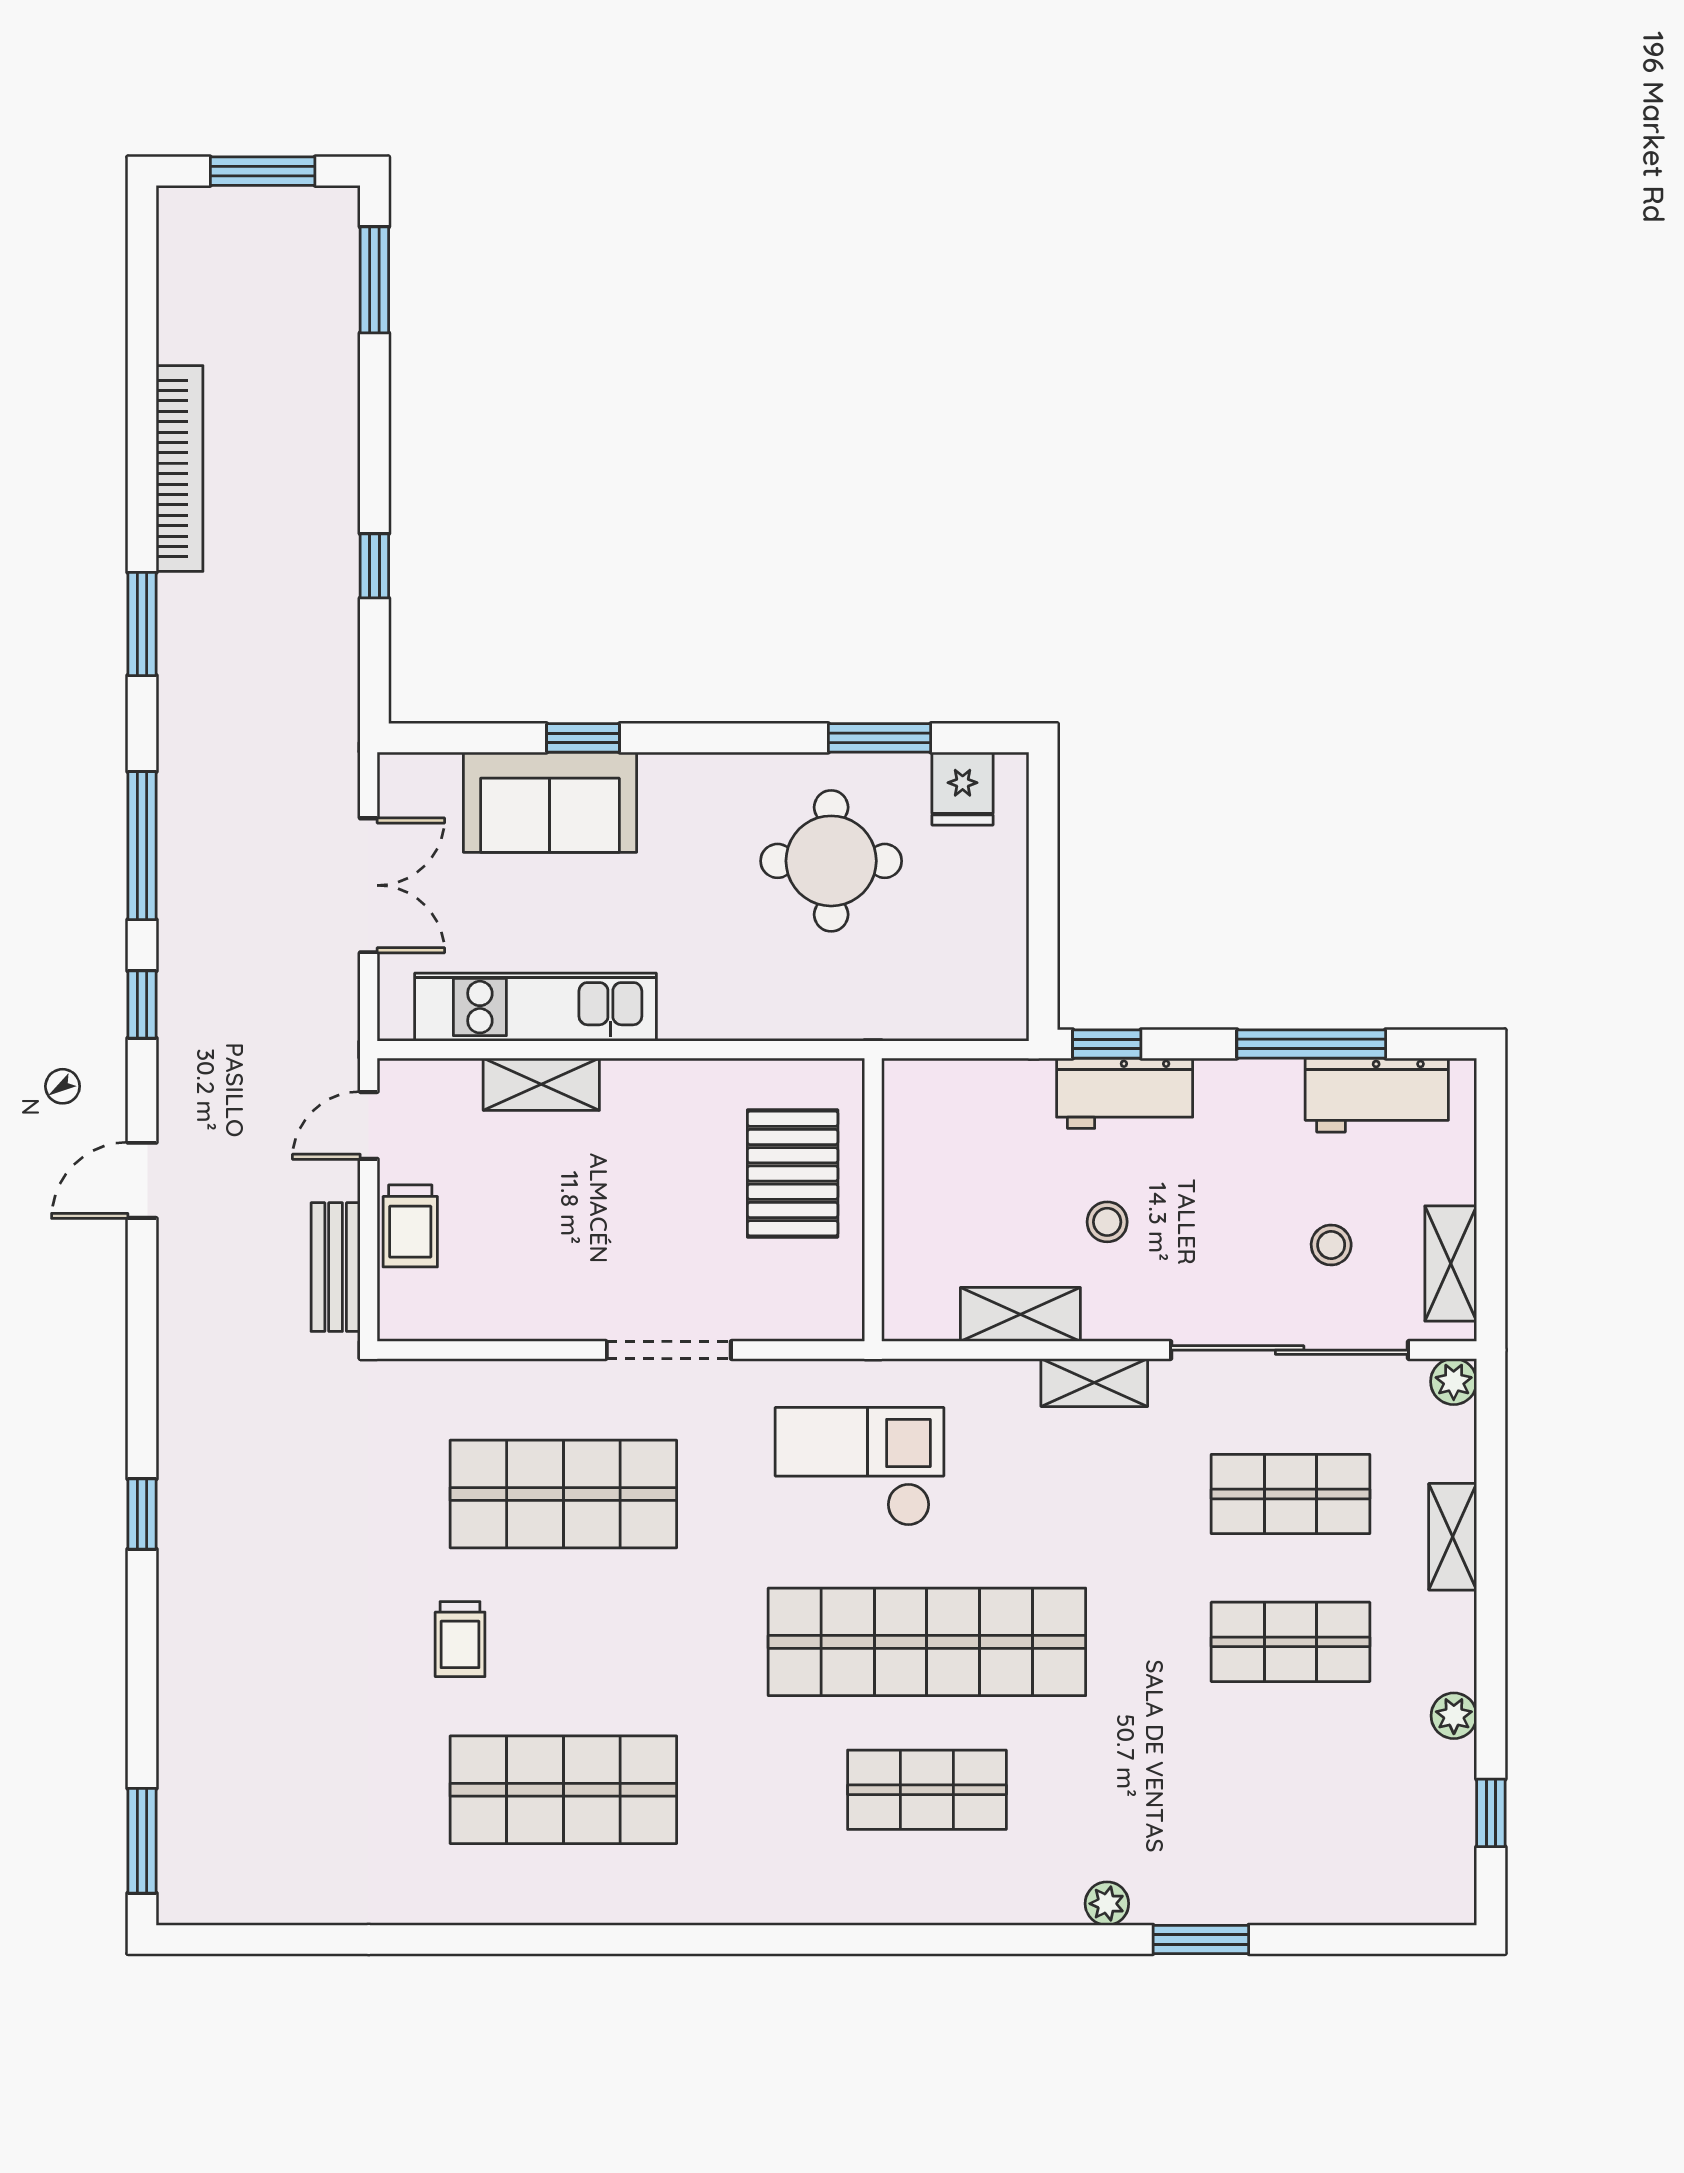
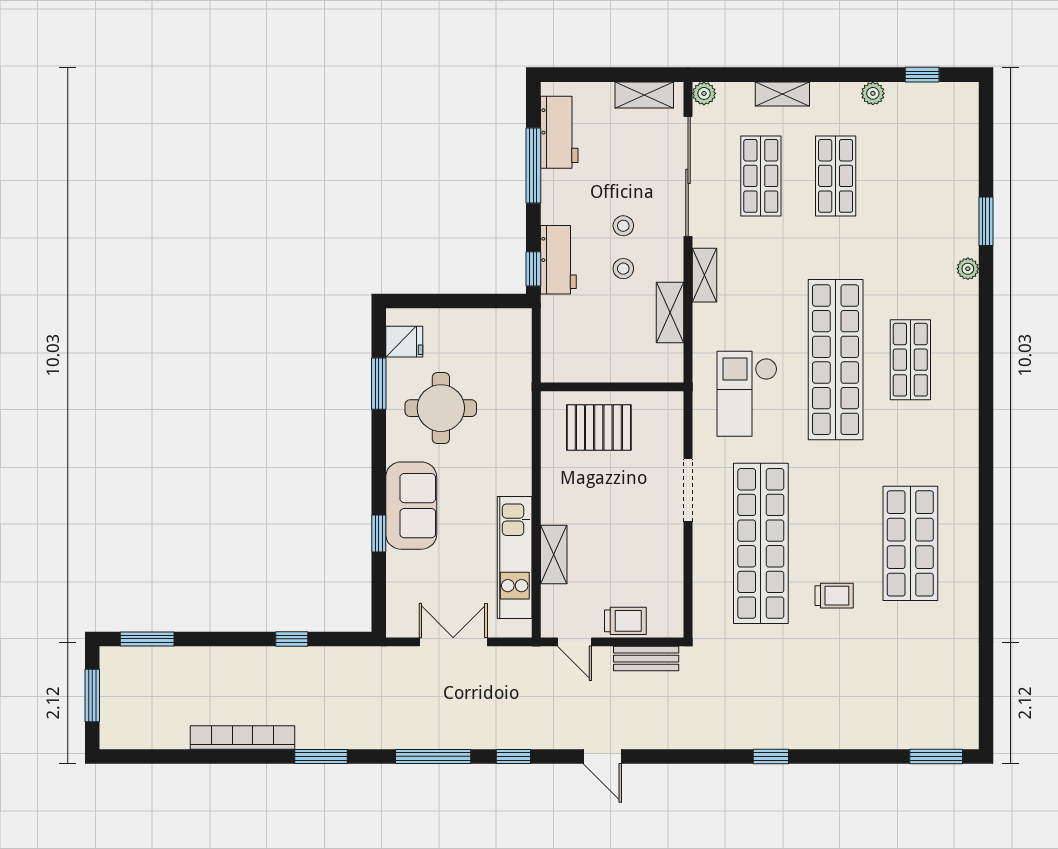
sofa: (550, 802) -> (411, 506), moved
stool: (1331, 1245) -> (623, 226), moved
shop shelf: (563, 1494) -> (761, 543), width x1.40

